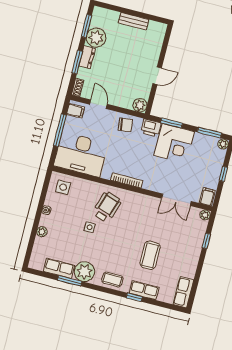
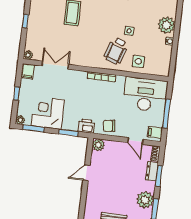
dresser: (87, 57) -> (152, 171), moved
corner desk: (174, 144) -> (48, 113), moved
side table: (63, 187) -> (138, 61), moved
plant: (42, 232) -> (167, 25), width x1.87, depth x1.87
window: (206, 241) -> (25, 21), moved

